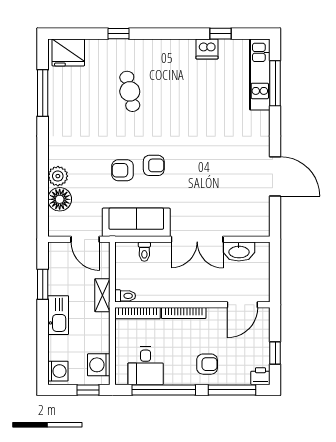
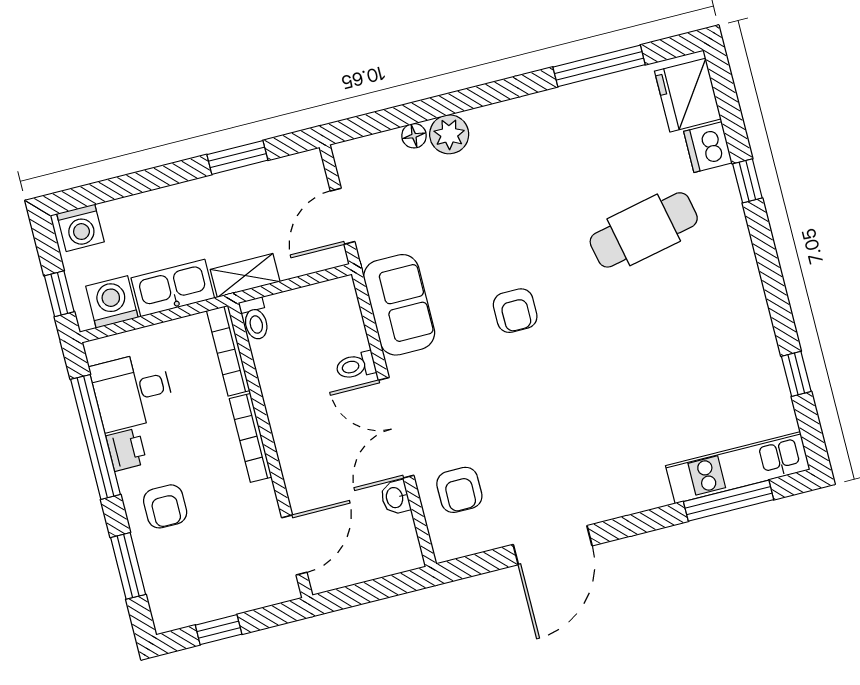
dishwasher: (207, 49) -> (708, 147), moved
cafe table: (130, 91) -> (644, 230), width x1.37, depth x1.35
armchair: (123, 170) -> (459, 490), moved, turned 180
floor lamp: (60, 199) -> (414, 136), width x0.53, depth x0.53
sofa: (136, 222) -> (399, 305), width x0.73
washbasin: (239, 251) -> (395, 497), width x0.52, depth x0.69
toilet: (144, 252) -> (356, 366), moved
door: (242, 305) -> (294, 545), swing flipped
kitchen sink: (58, 315) -> (173, 288), moved, turned 180
printer: (260, 376) -> (126, 450), moved
window: (232, 390) -> (128, 566), width x0.69

